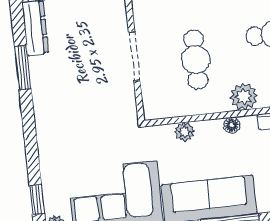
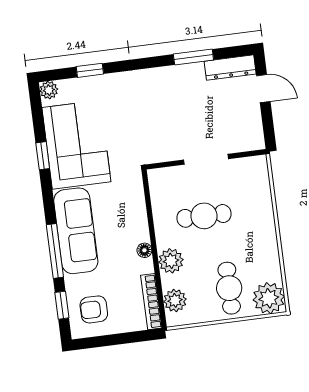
plant: (184, 132) -> (137, 207), removed
window: (37, 200) -> (90, 70), moved

